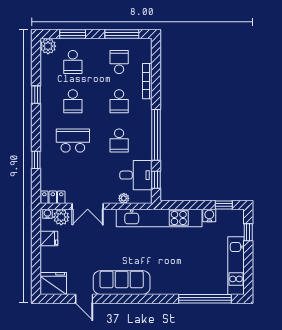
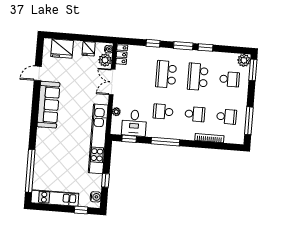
window: (73, 34) -> (253, 70), moved
school desk: (73, 62) -> (229, 79), turned 180
school desk: (73, 101) -> (198, 77), width x1.85
school desk: (119, 101) -> (195, 114), turned 180
window: (36, 122) -> (183, 46), added
window: (156, 135) -> (165, 142), width x0.68
school desk: (73, 141) -> (166, 74), turned 180
window: (224, 205) -> (105, 180), moved
water cooler: (209, 216) -> (96, 197), moved
fridge: (53, 283) -> (62, 49), moved, turned 90

